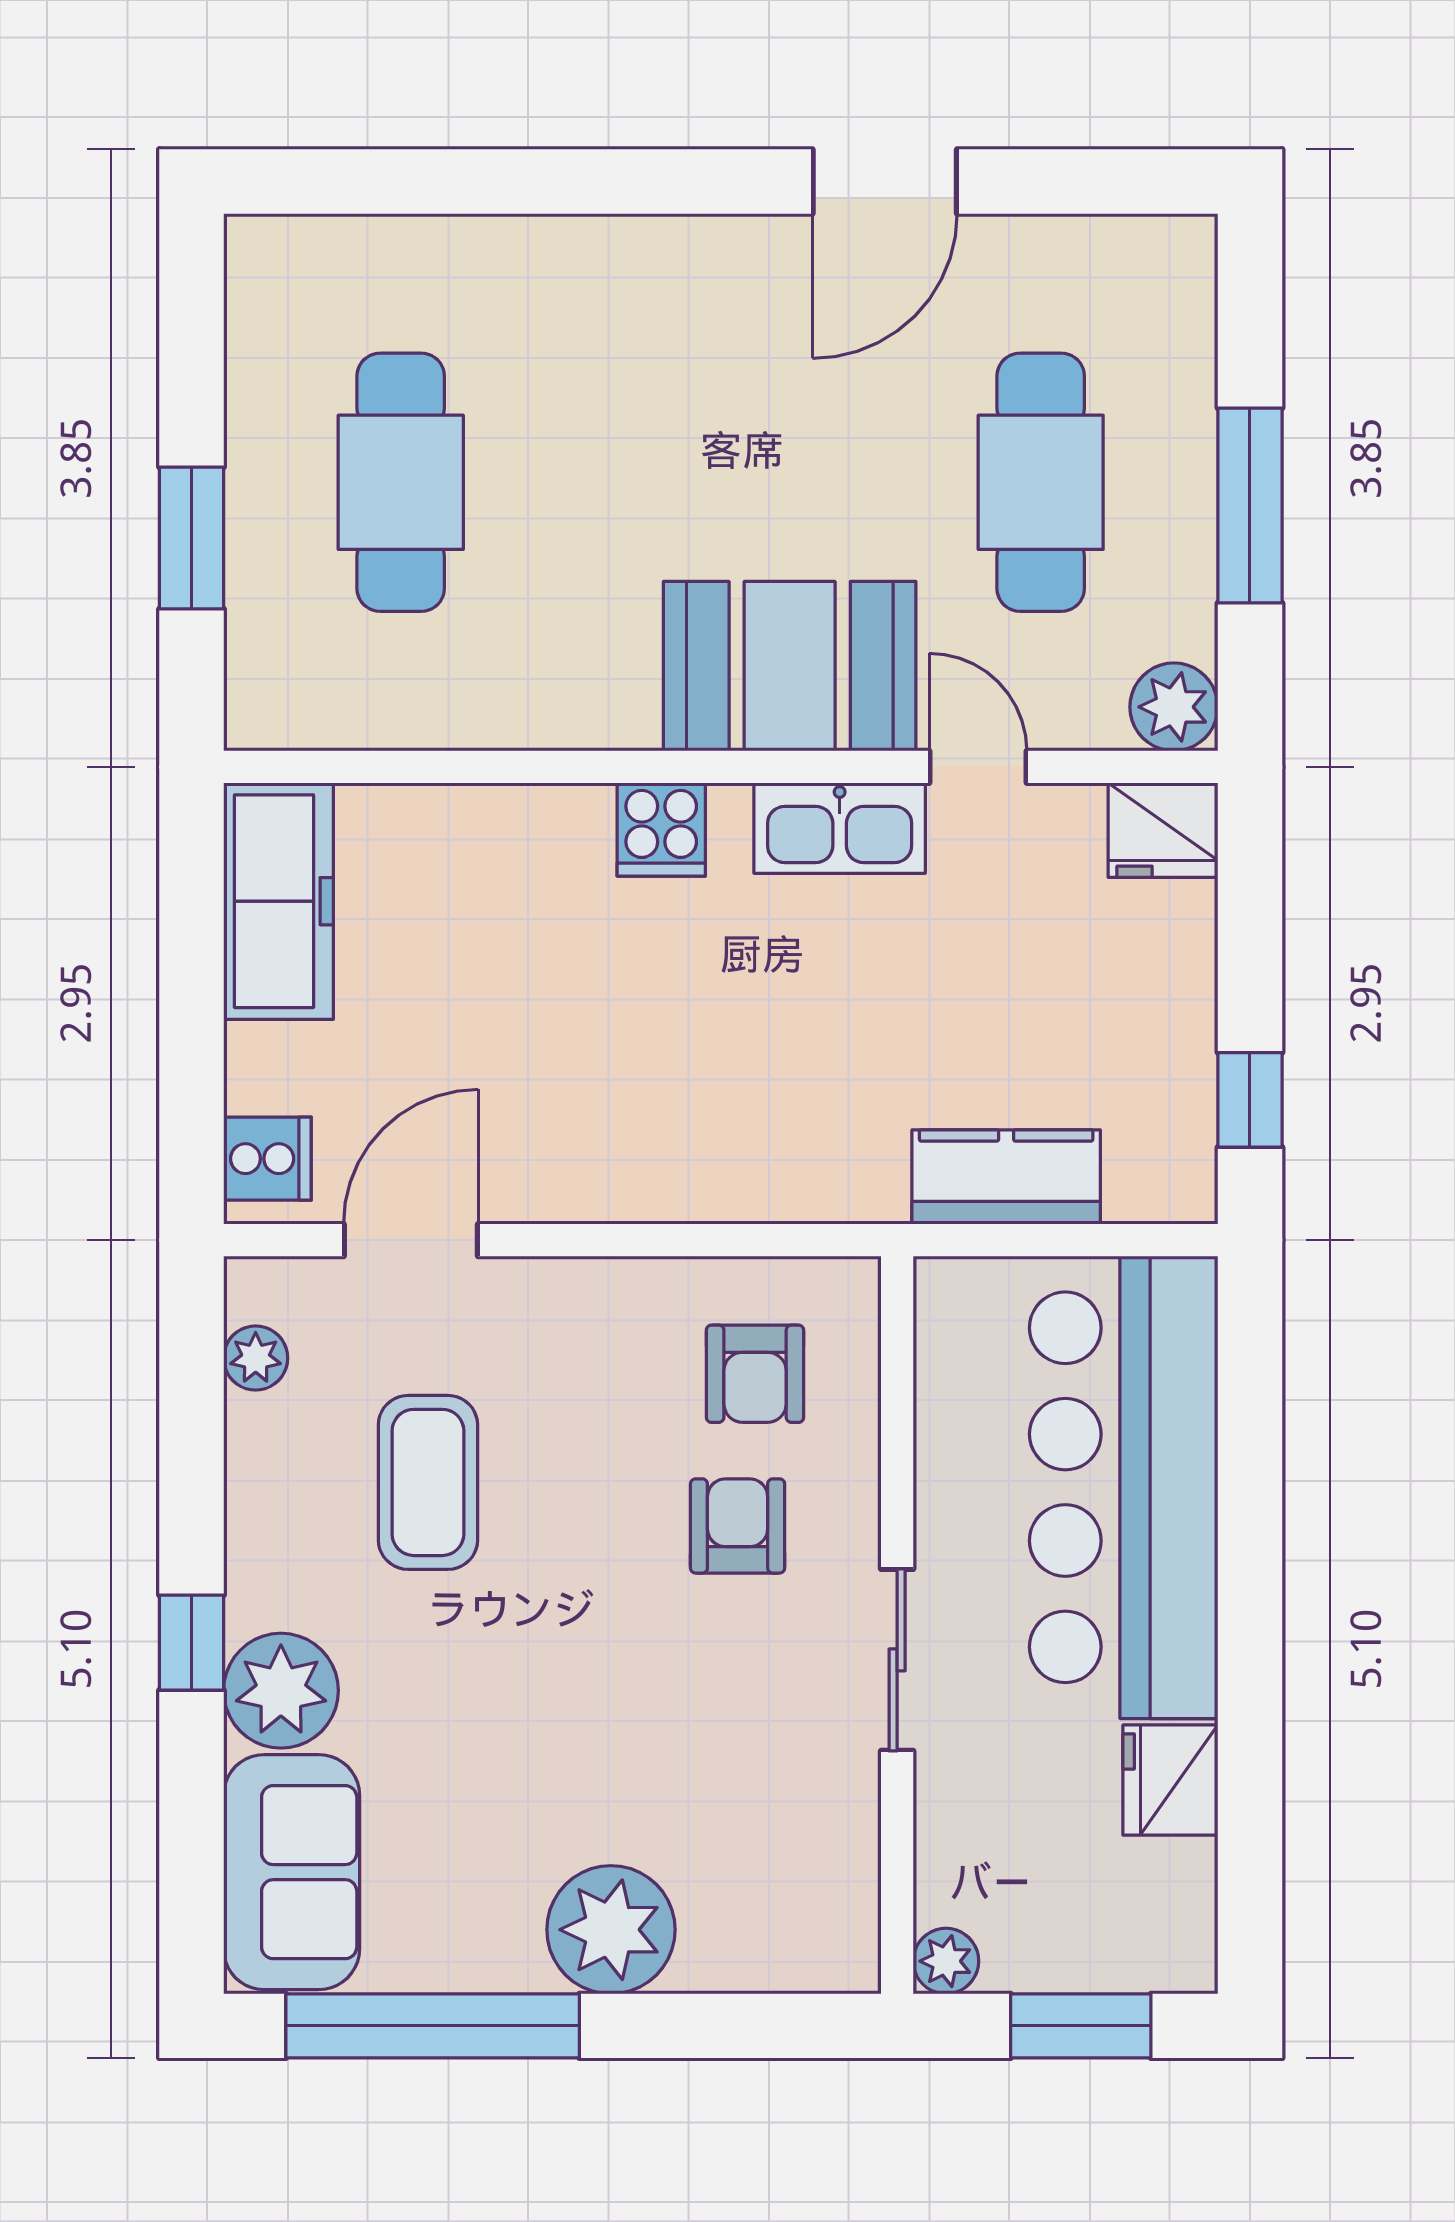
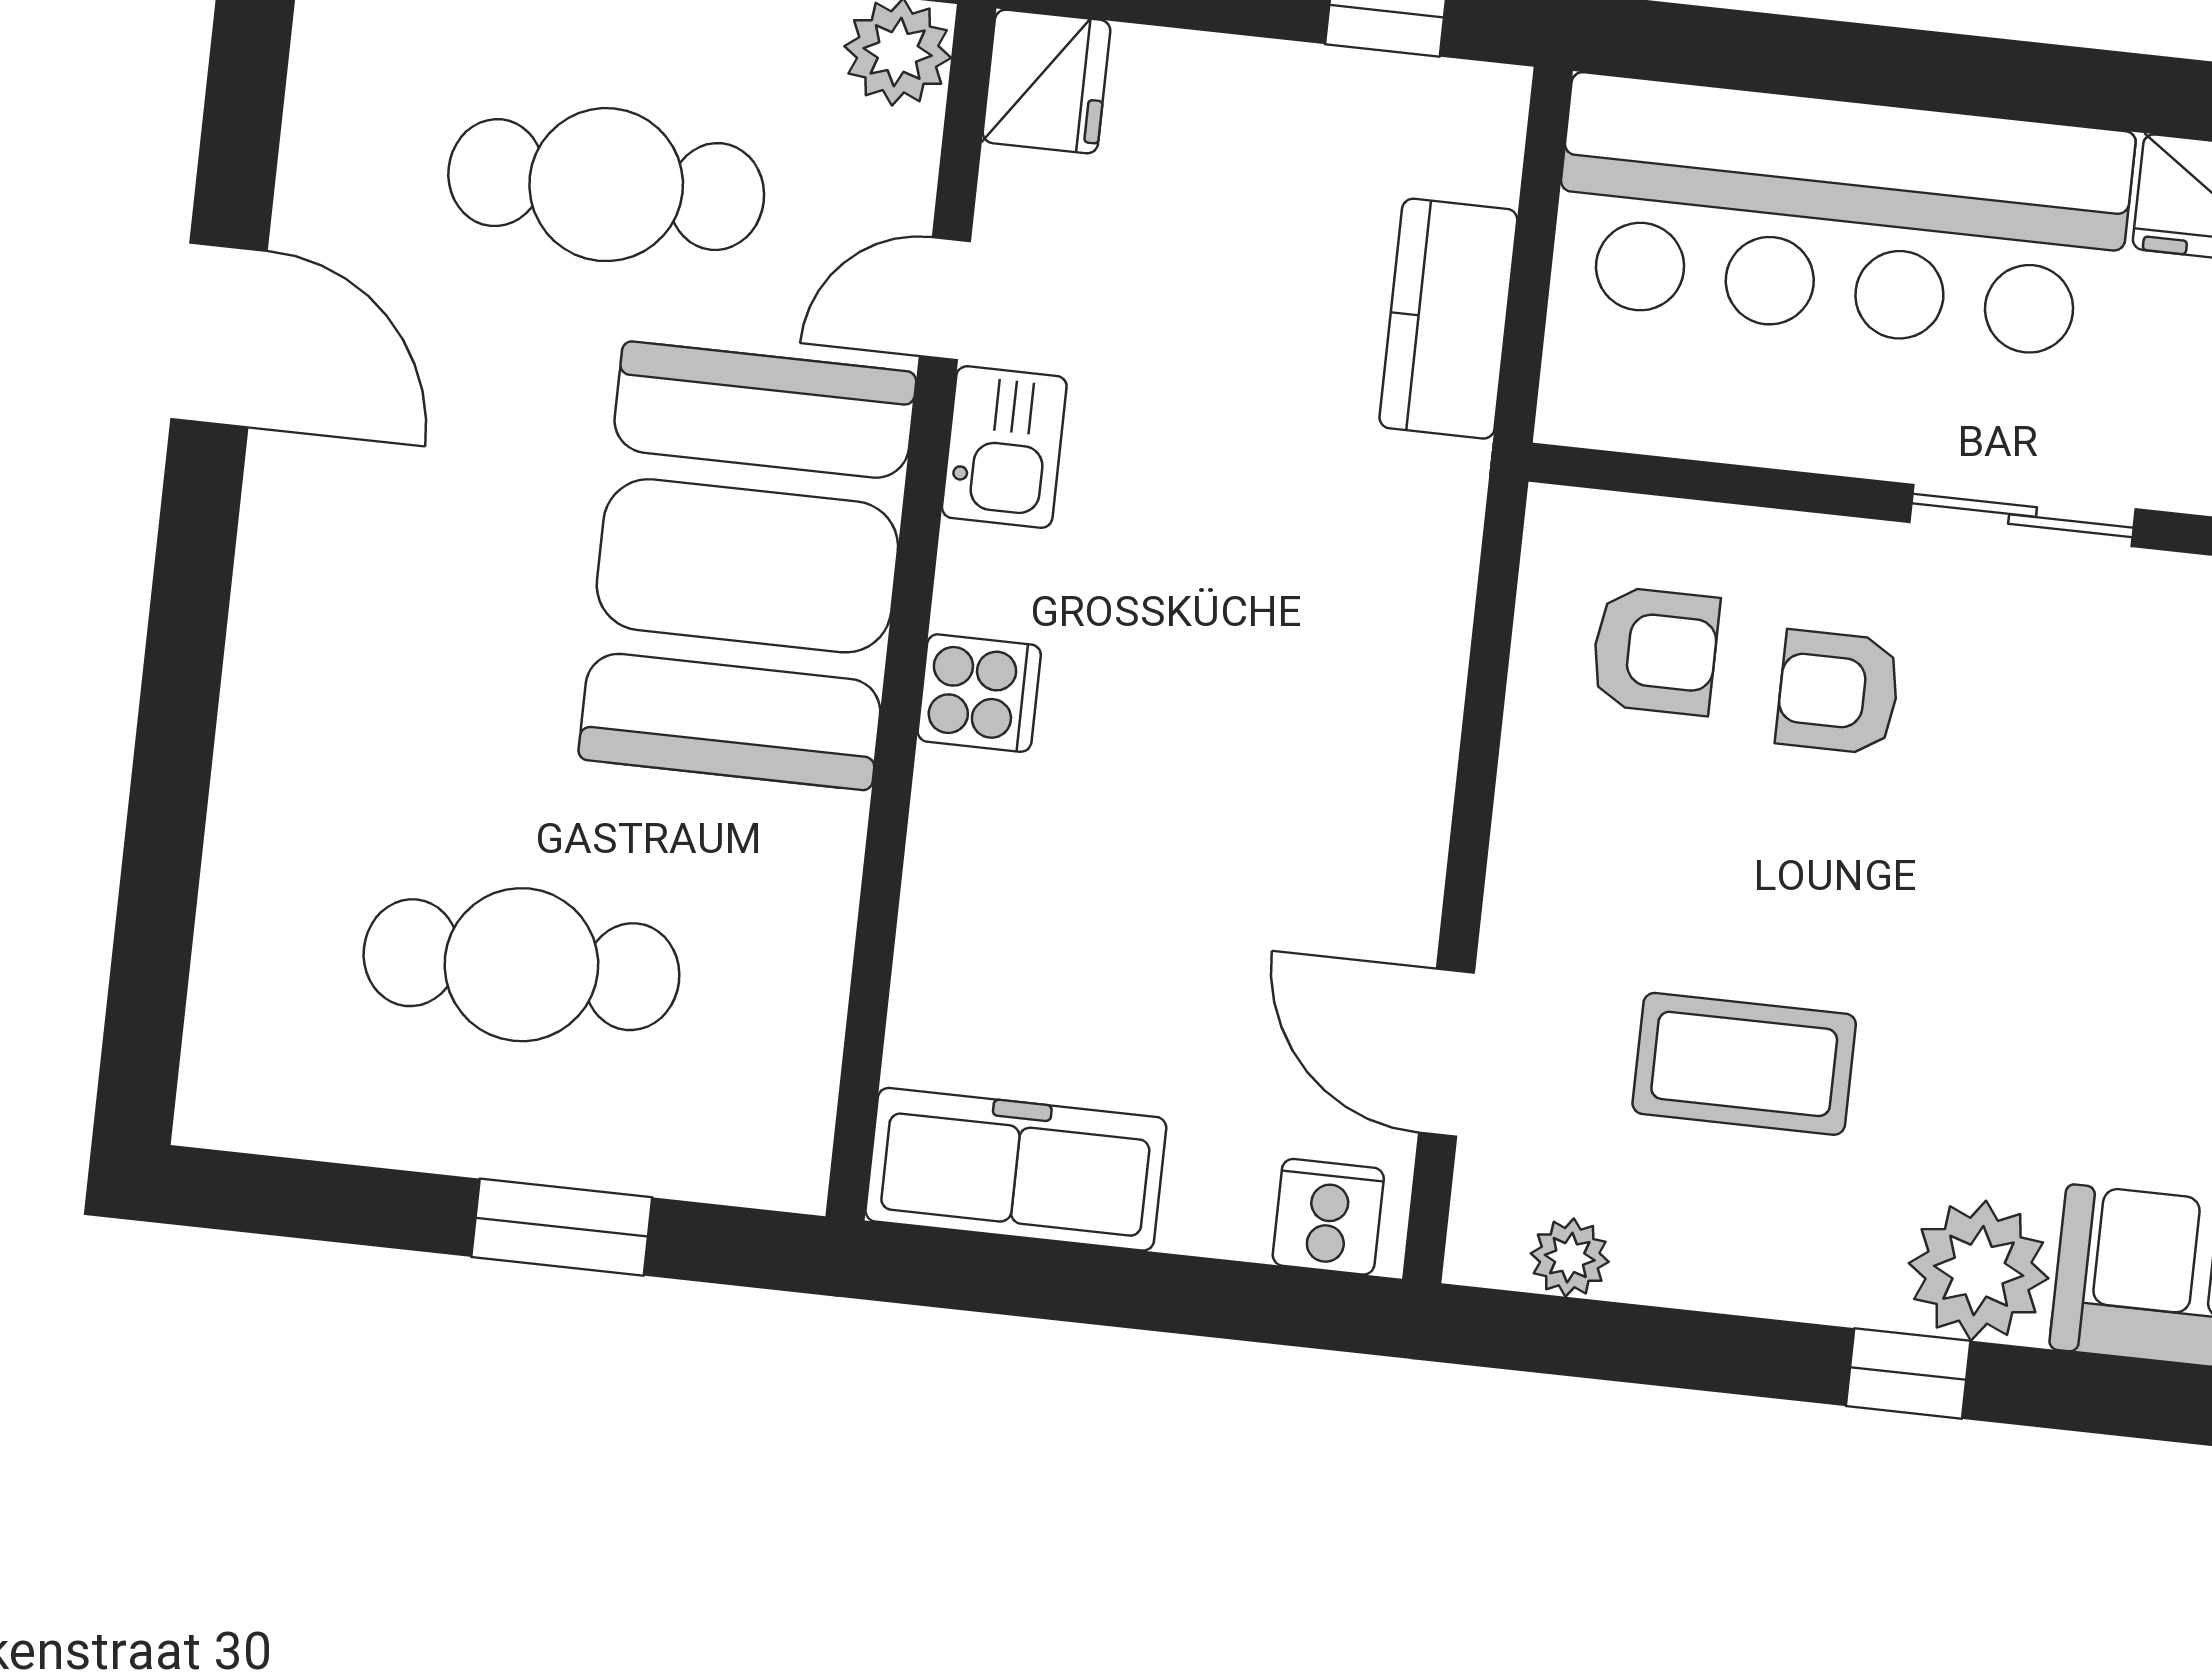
booth: (790, 666) -> (747, 566), width x1.36, depth x1.42
kitchen sink: (840, 828) -> (1004, 447), width x0.73

